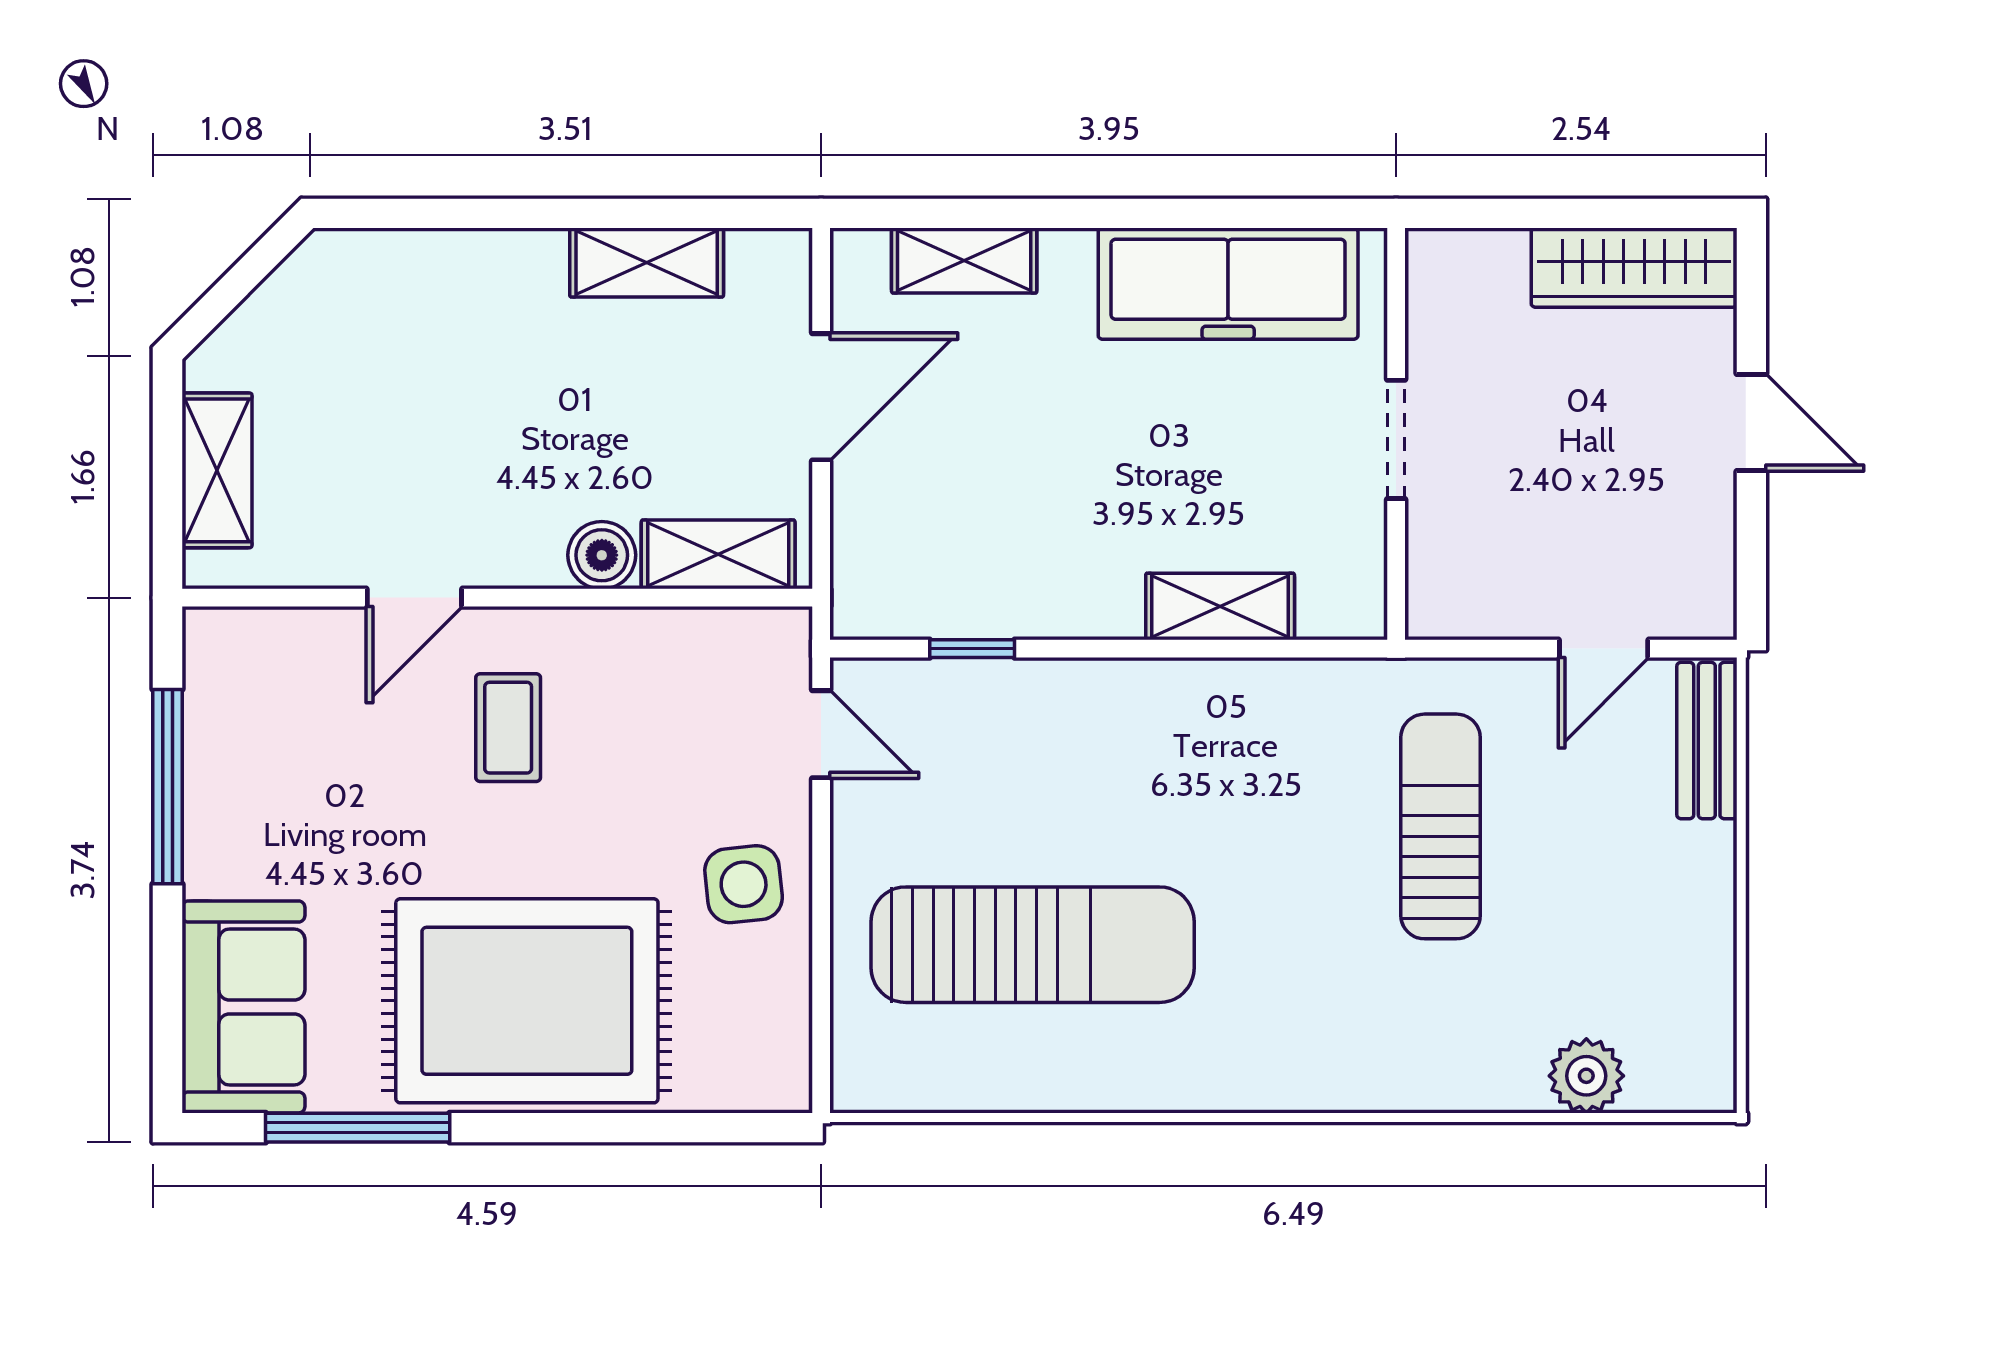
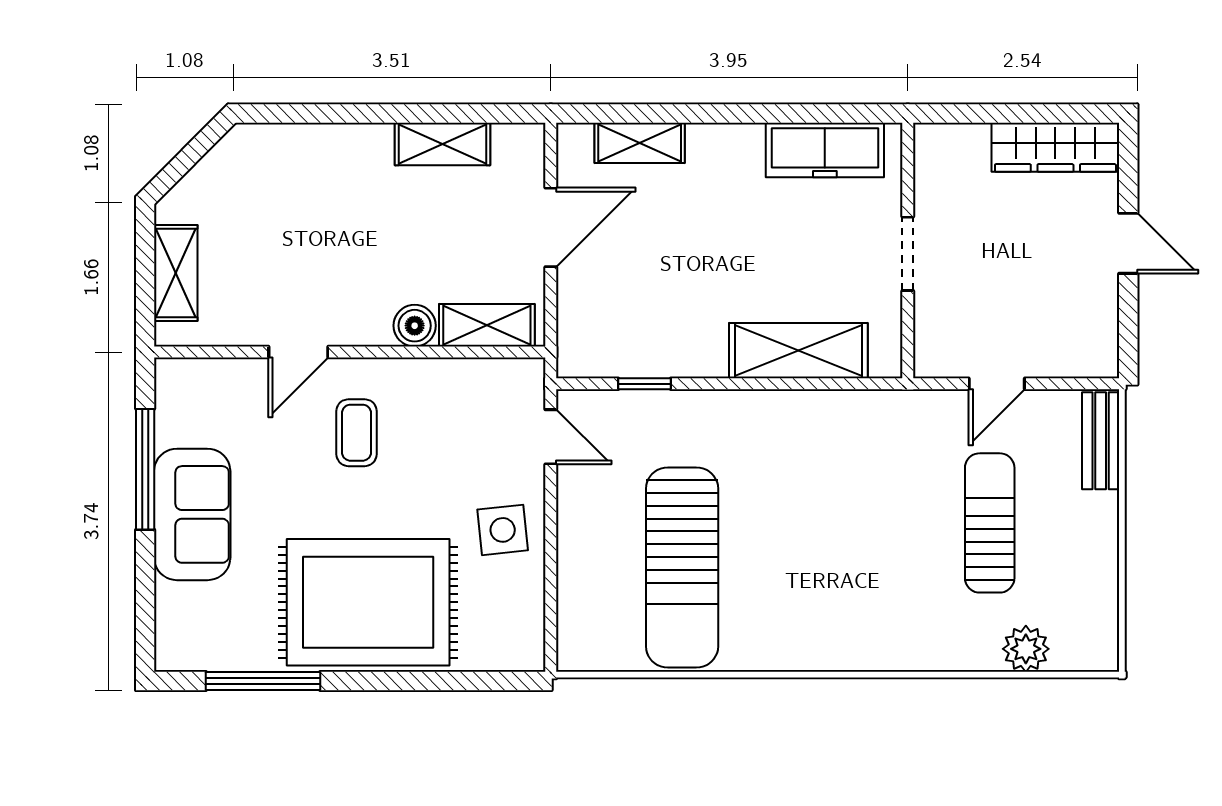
freezer: (1228, 284) -> (825, 150), width x0.73, depth x0.79
shelving: (1220, 606) -> (798, 351), width x1.50, depth x1.33
door: (1604, 649) -> (997, 384), moved
sun lounger: (1441, 826) -> (990, 523), moved
sun lounger: (1033, 945) -> (682, 567), turned 90
sofa: (243, 1007) -> (192, 514), moved

